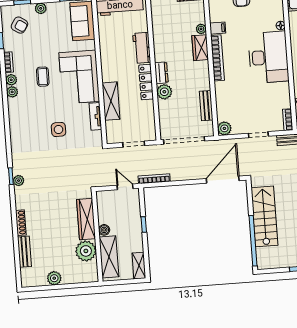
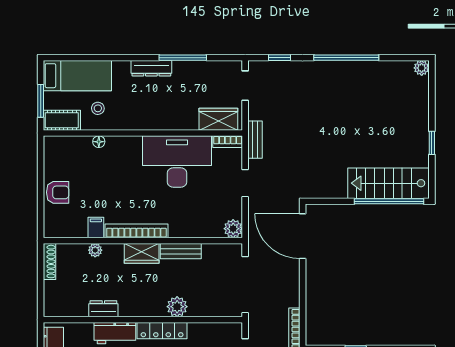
wardrobe: (200, 48) -> (142, 253), moved
desk: (268, 57) -> (177, 161), moved
dresser: (161, 73) -> (103, 309), moved
bench: (206, 106) -> (181, 251), moved
stairs: (264, 216) -> (388, 183), moved

